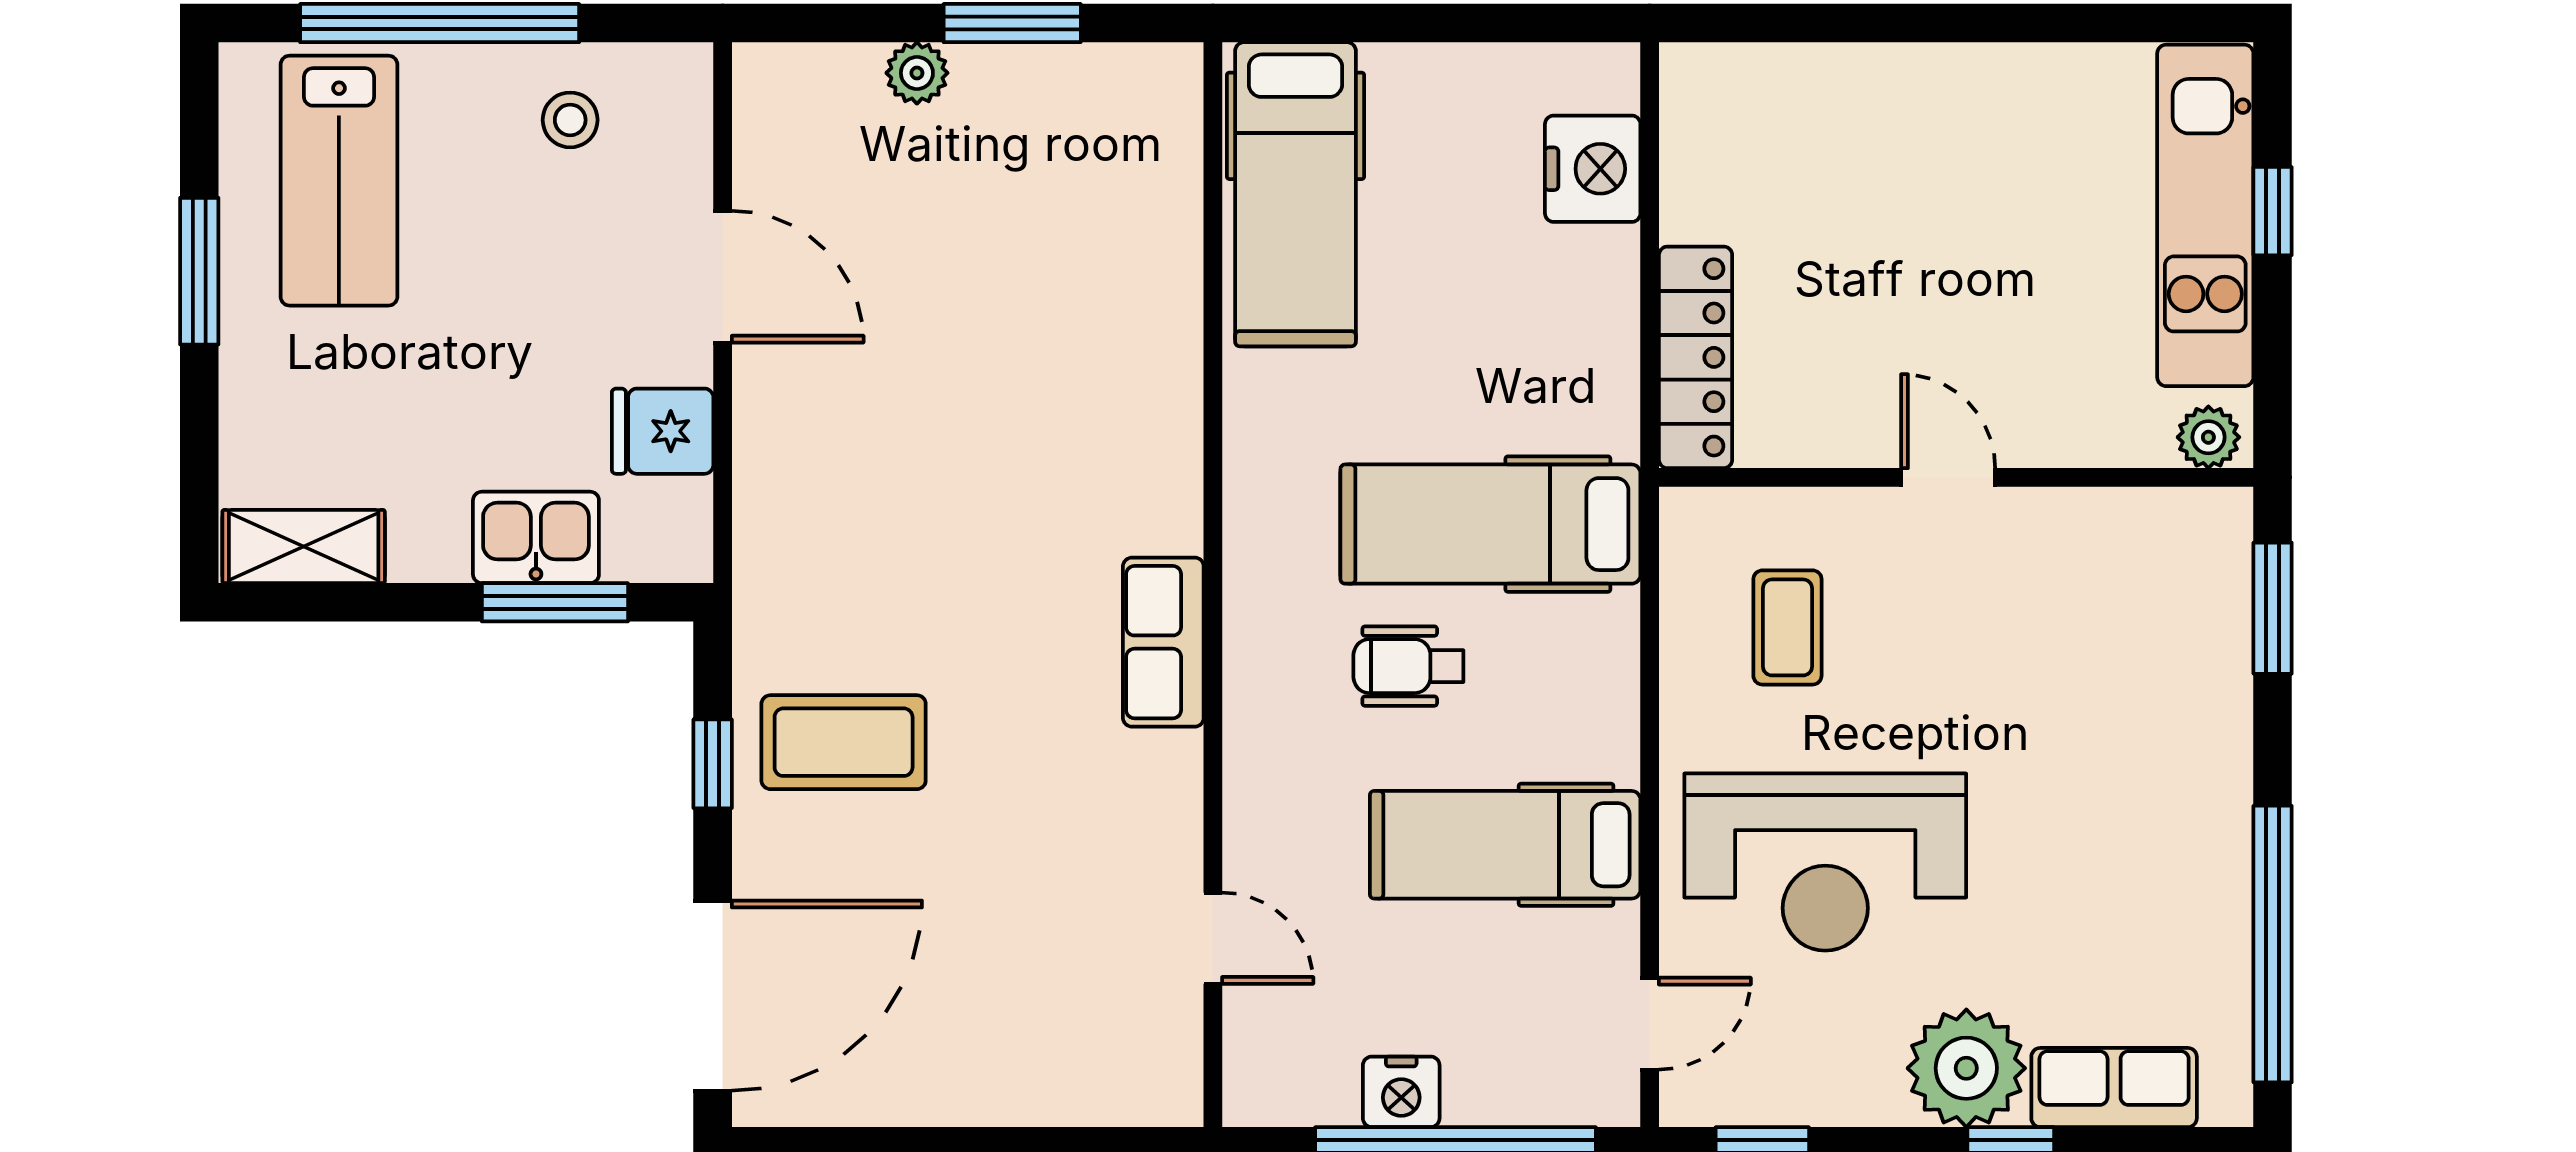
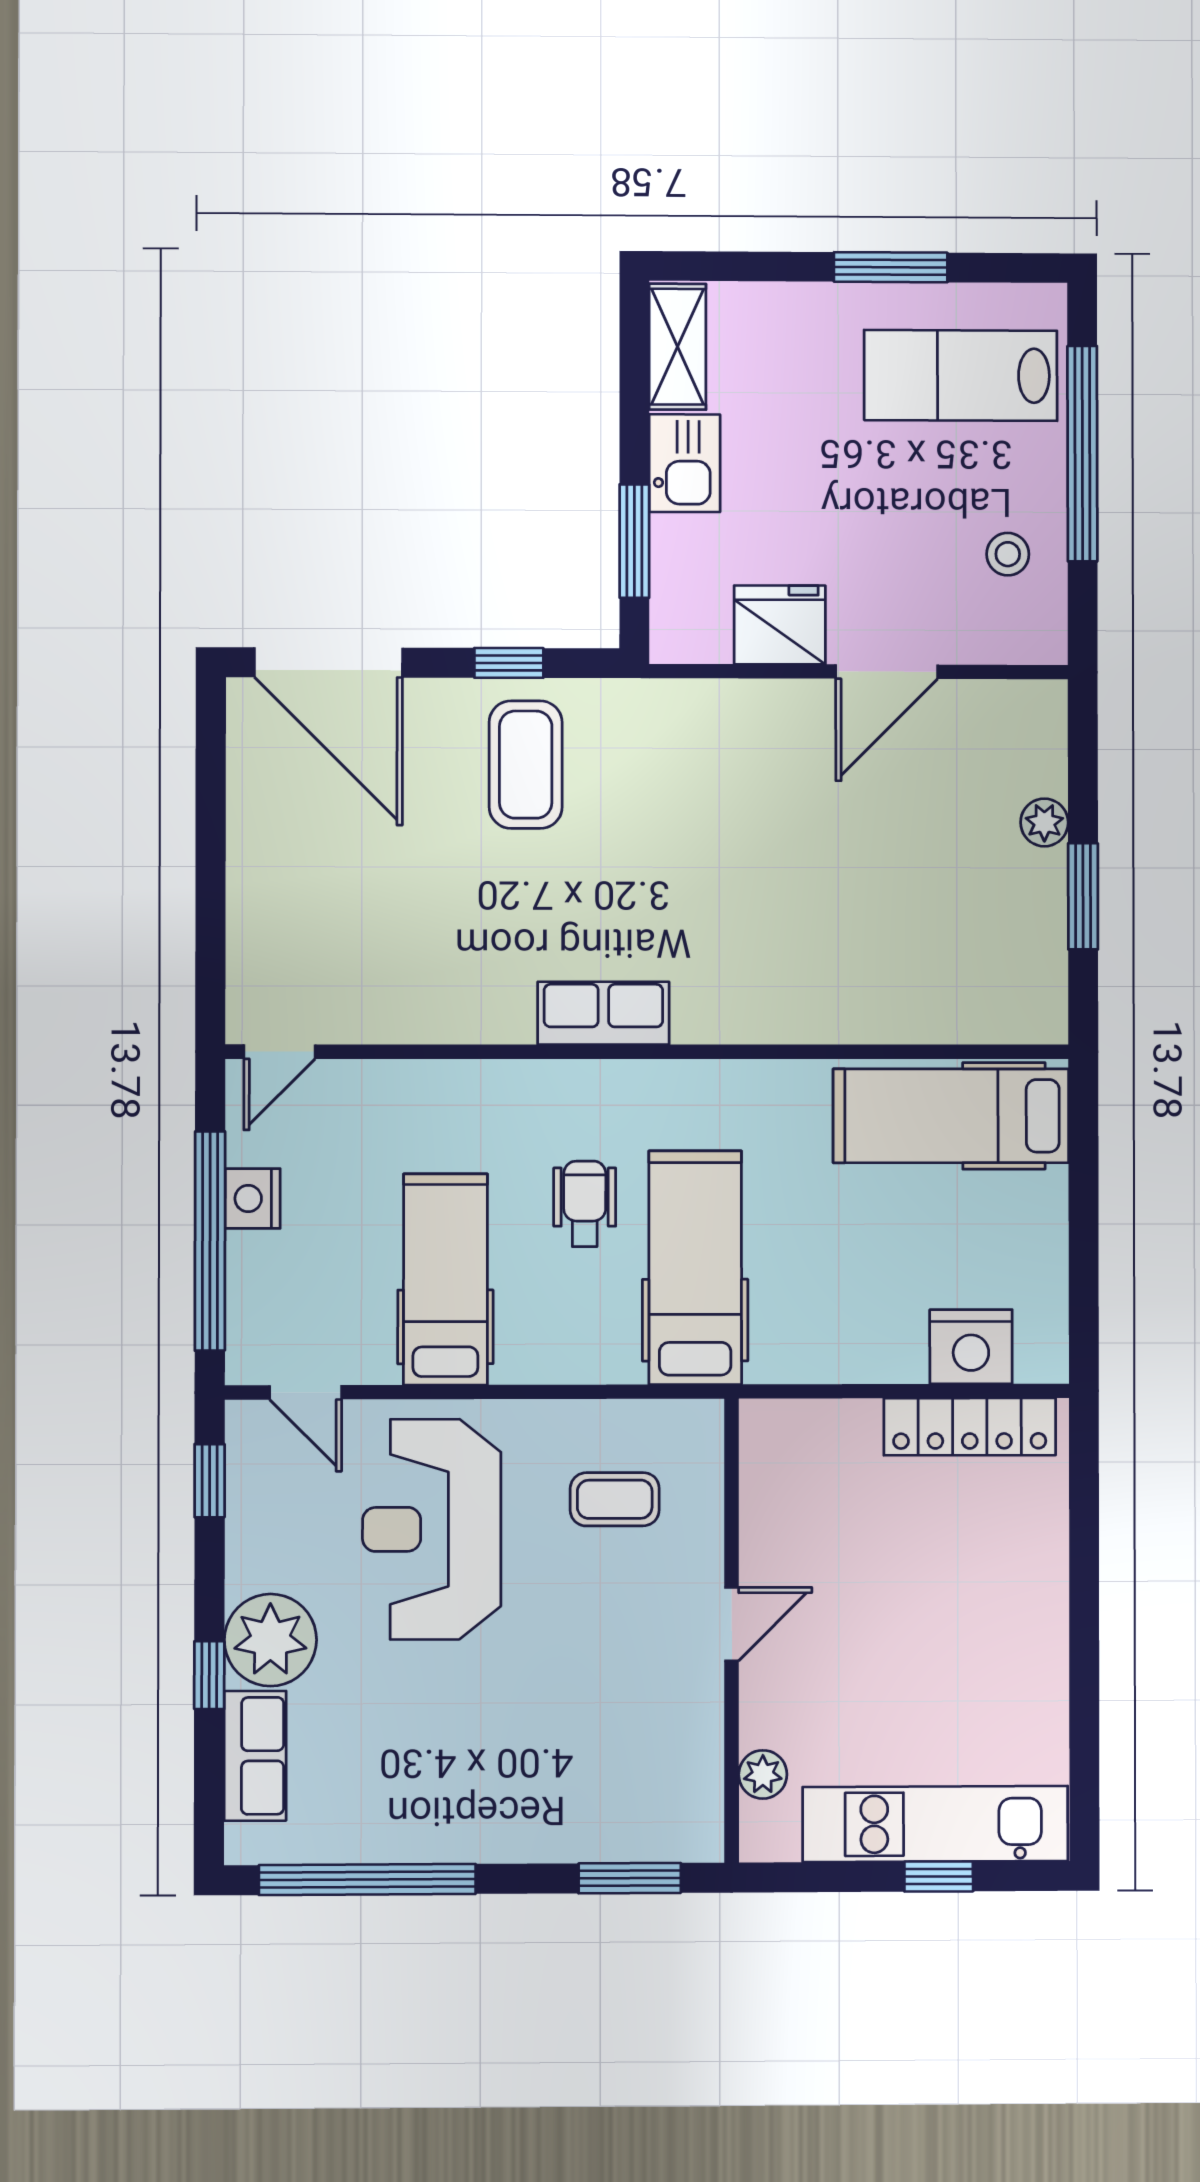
locker: (1696, 357) -> (970, 1427), moved
fridge: (663, 431) -> (780, 625), width x1.38
plant: (2208, 437) -> (763, 1774), moved
kitchen sink: (536, 537) -> (685, 463), moved
door: (1213, 938) -> (280, 1052), moved

